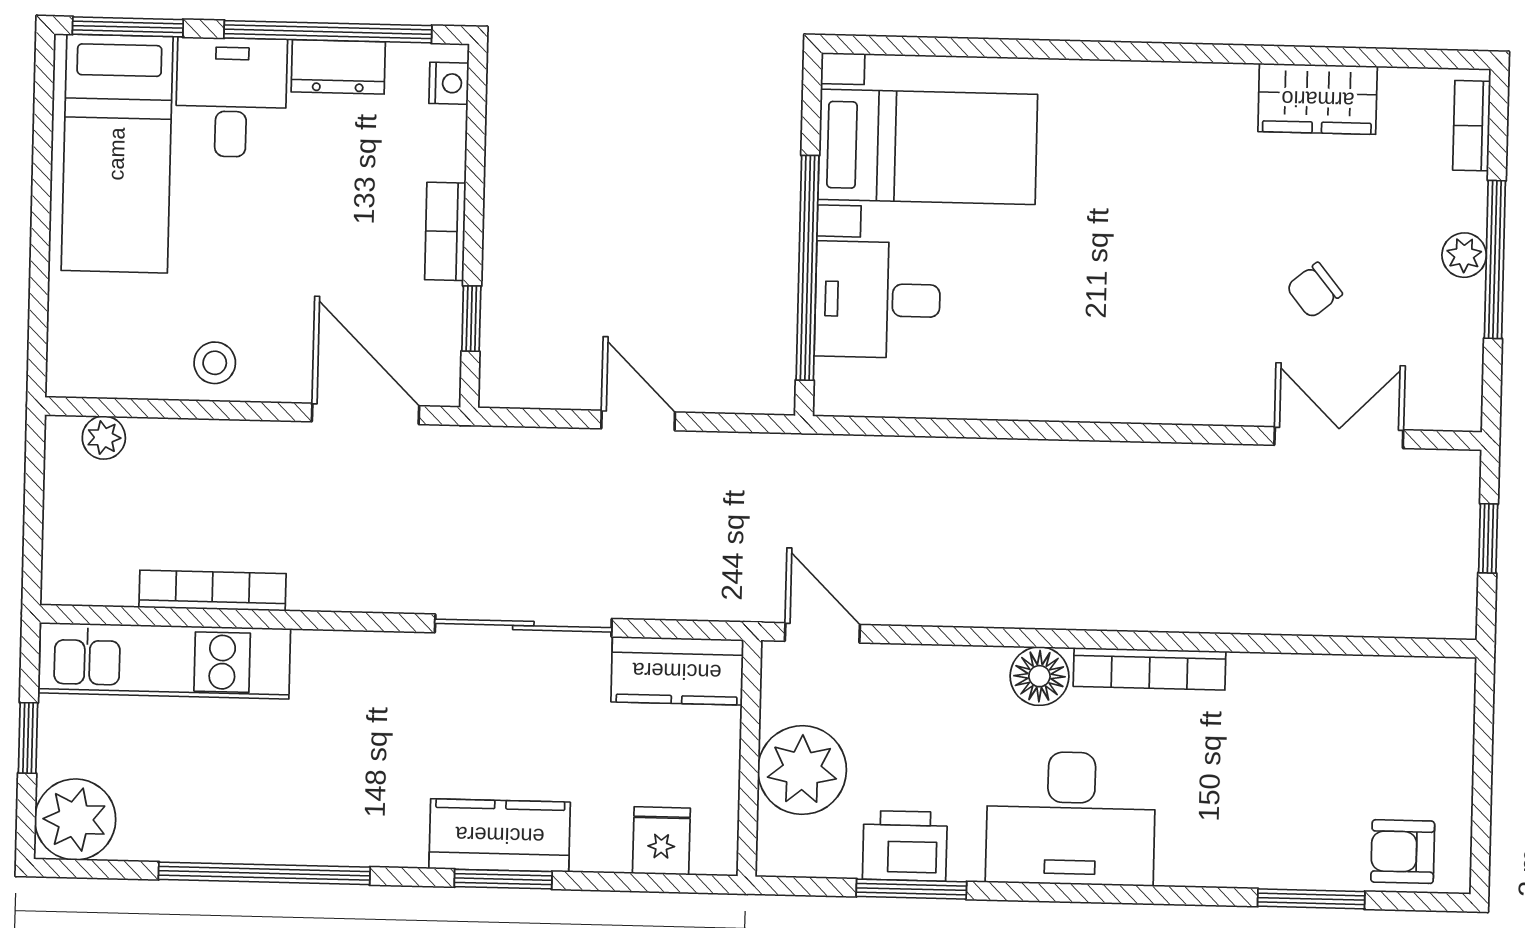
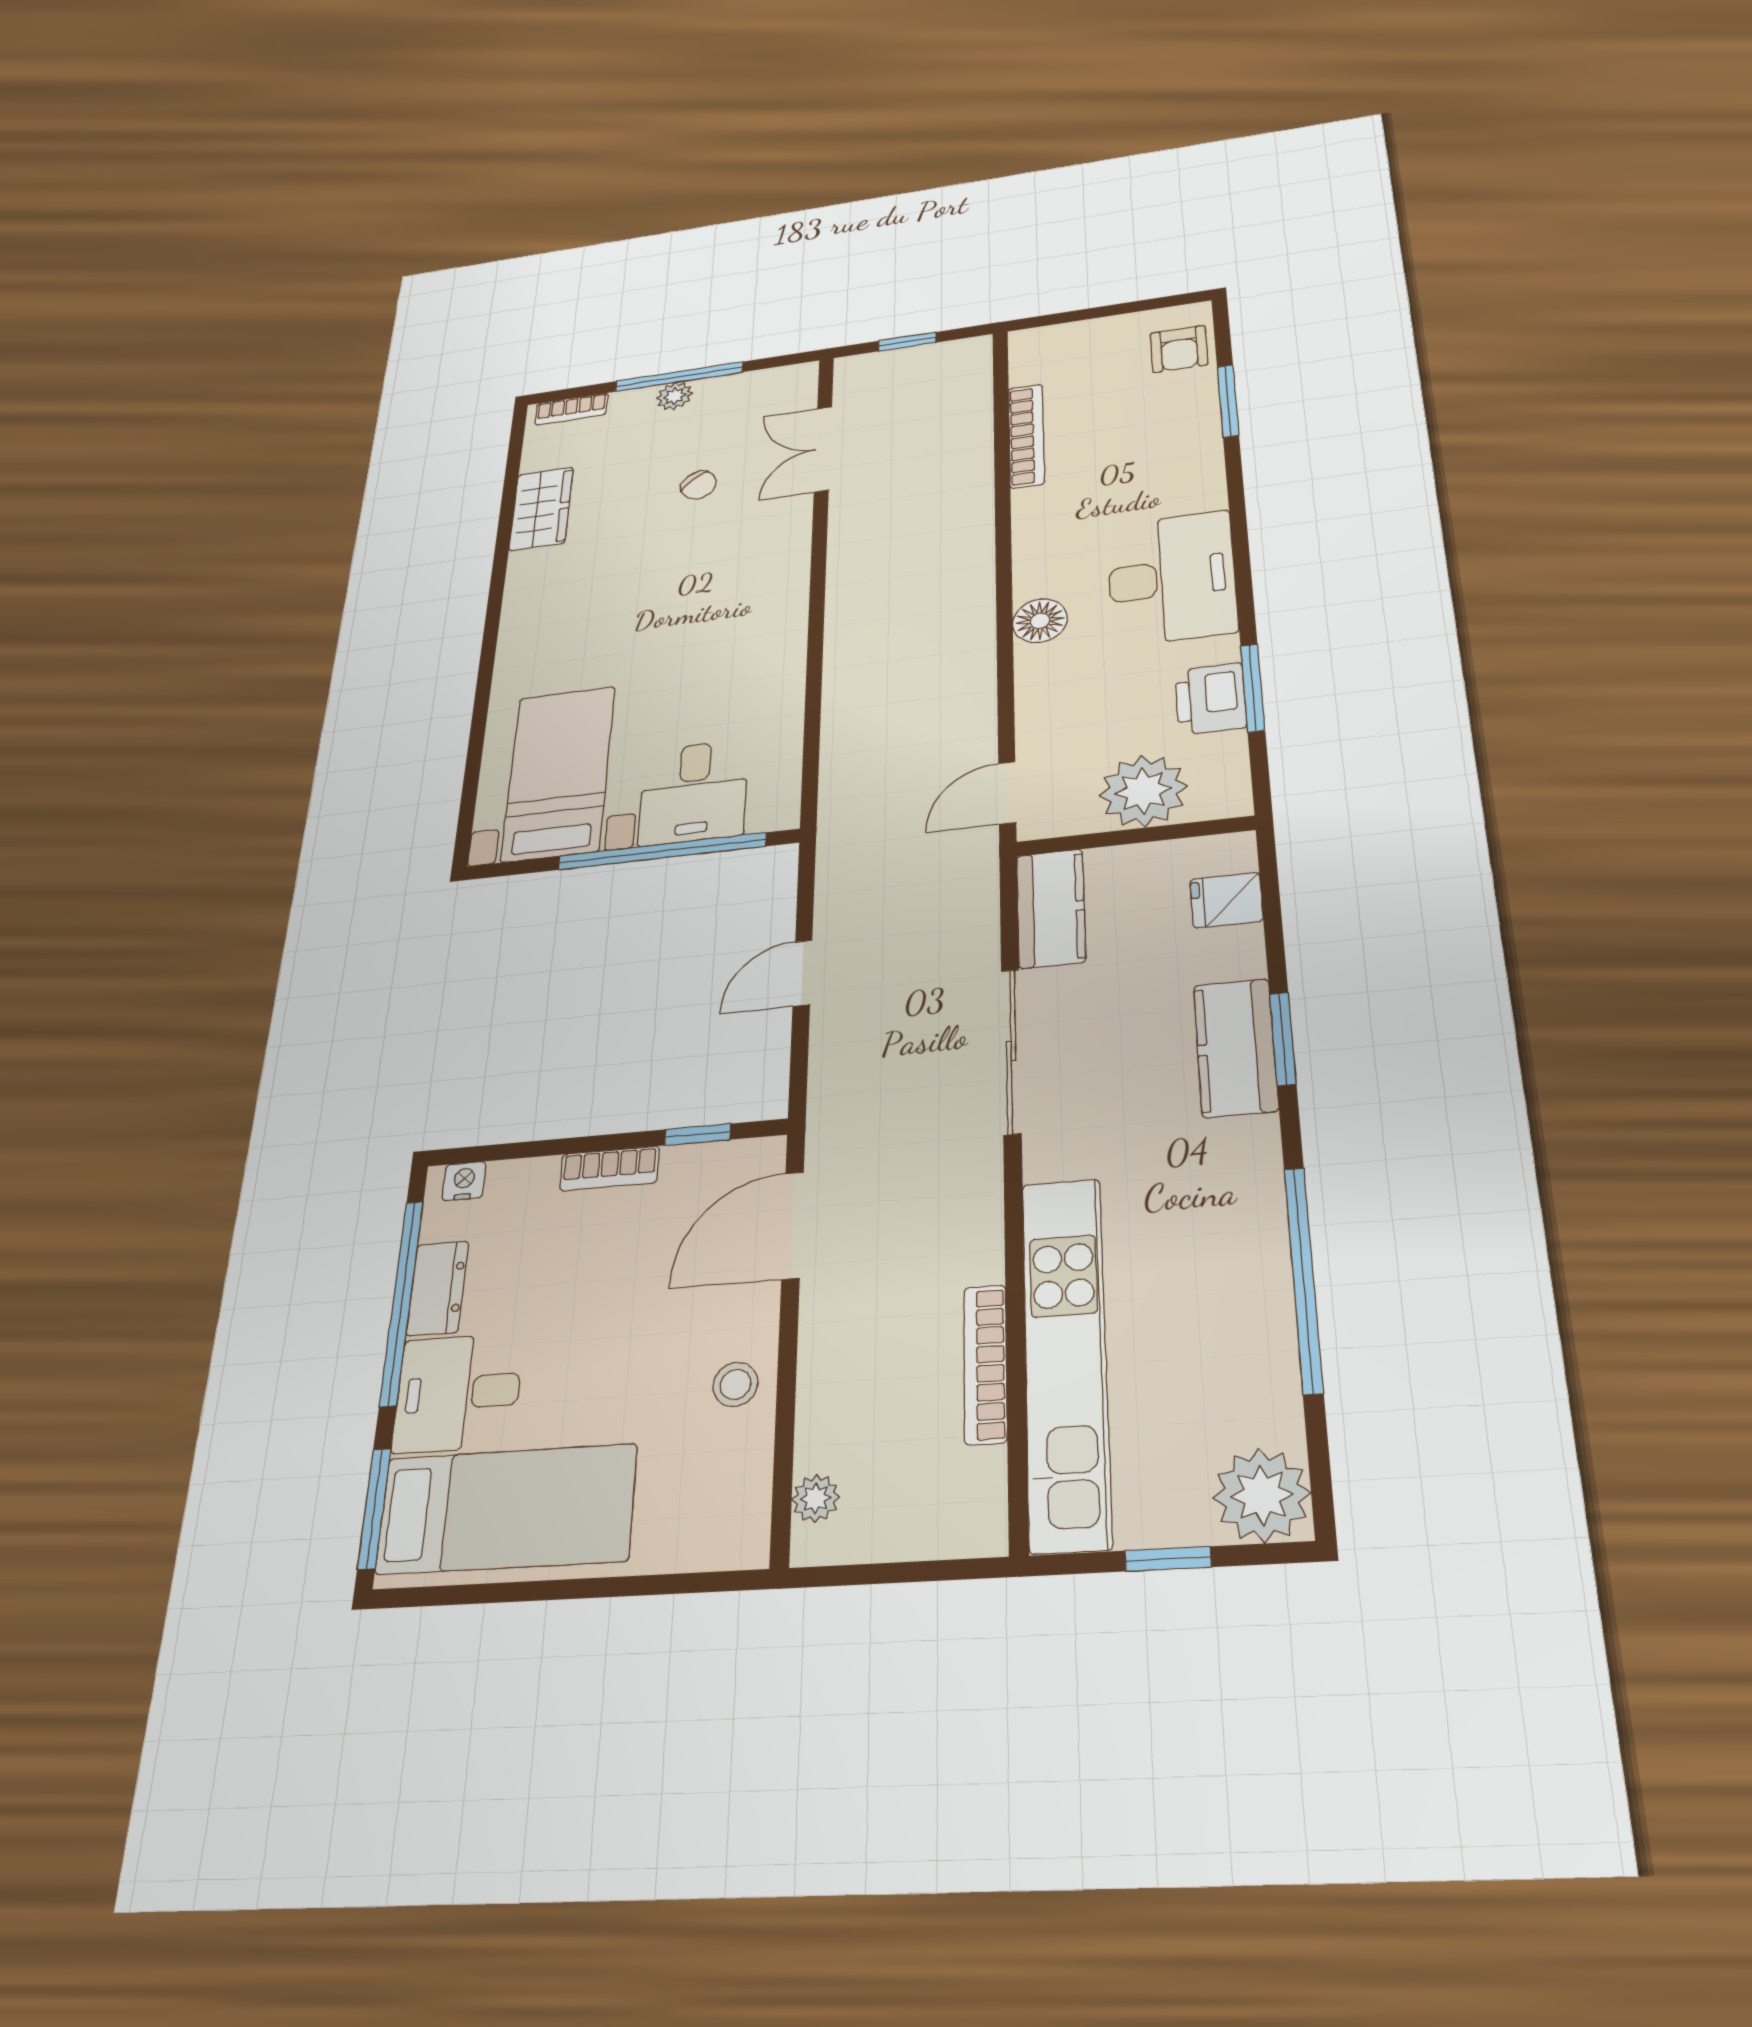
kitchen unit: (165, 661) -> (1066, 1359), width x1.36
bookcase: (1149, 669) -> (1026, 436), moved

